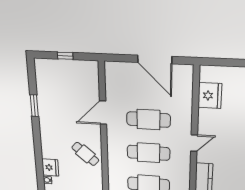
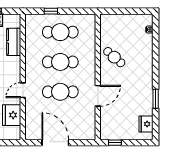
window: (65, 56) -> (115, 143), moved
door: (194, 143) -> (23, 90), moved
fridge: (50, 167) -> (146, 124), moved

